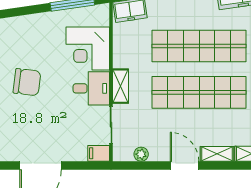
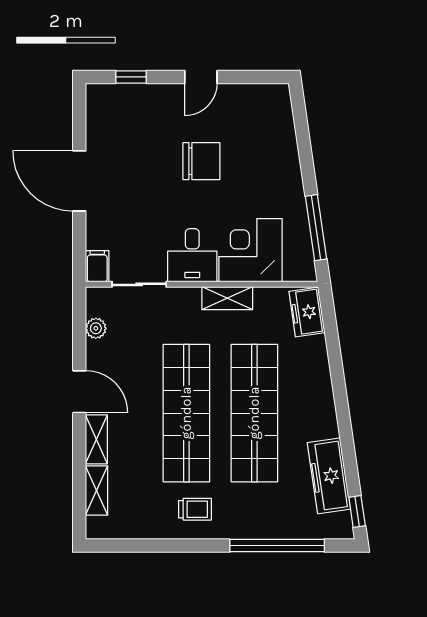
chair: (27, 82) -> (201, 161), turned -97
shelving: (121, 86) -> (227, 298), moved
door: (184, 166) -> (79, 392), hinge flipped

